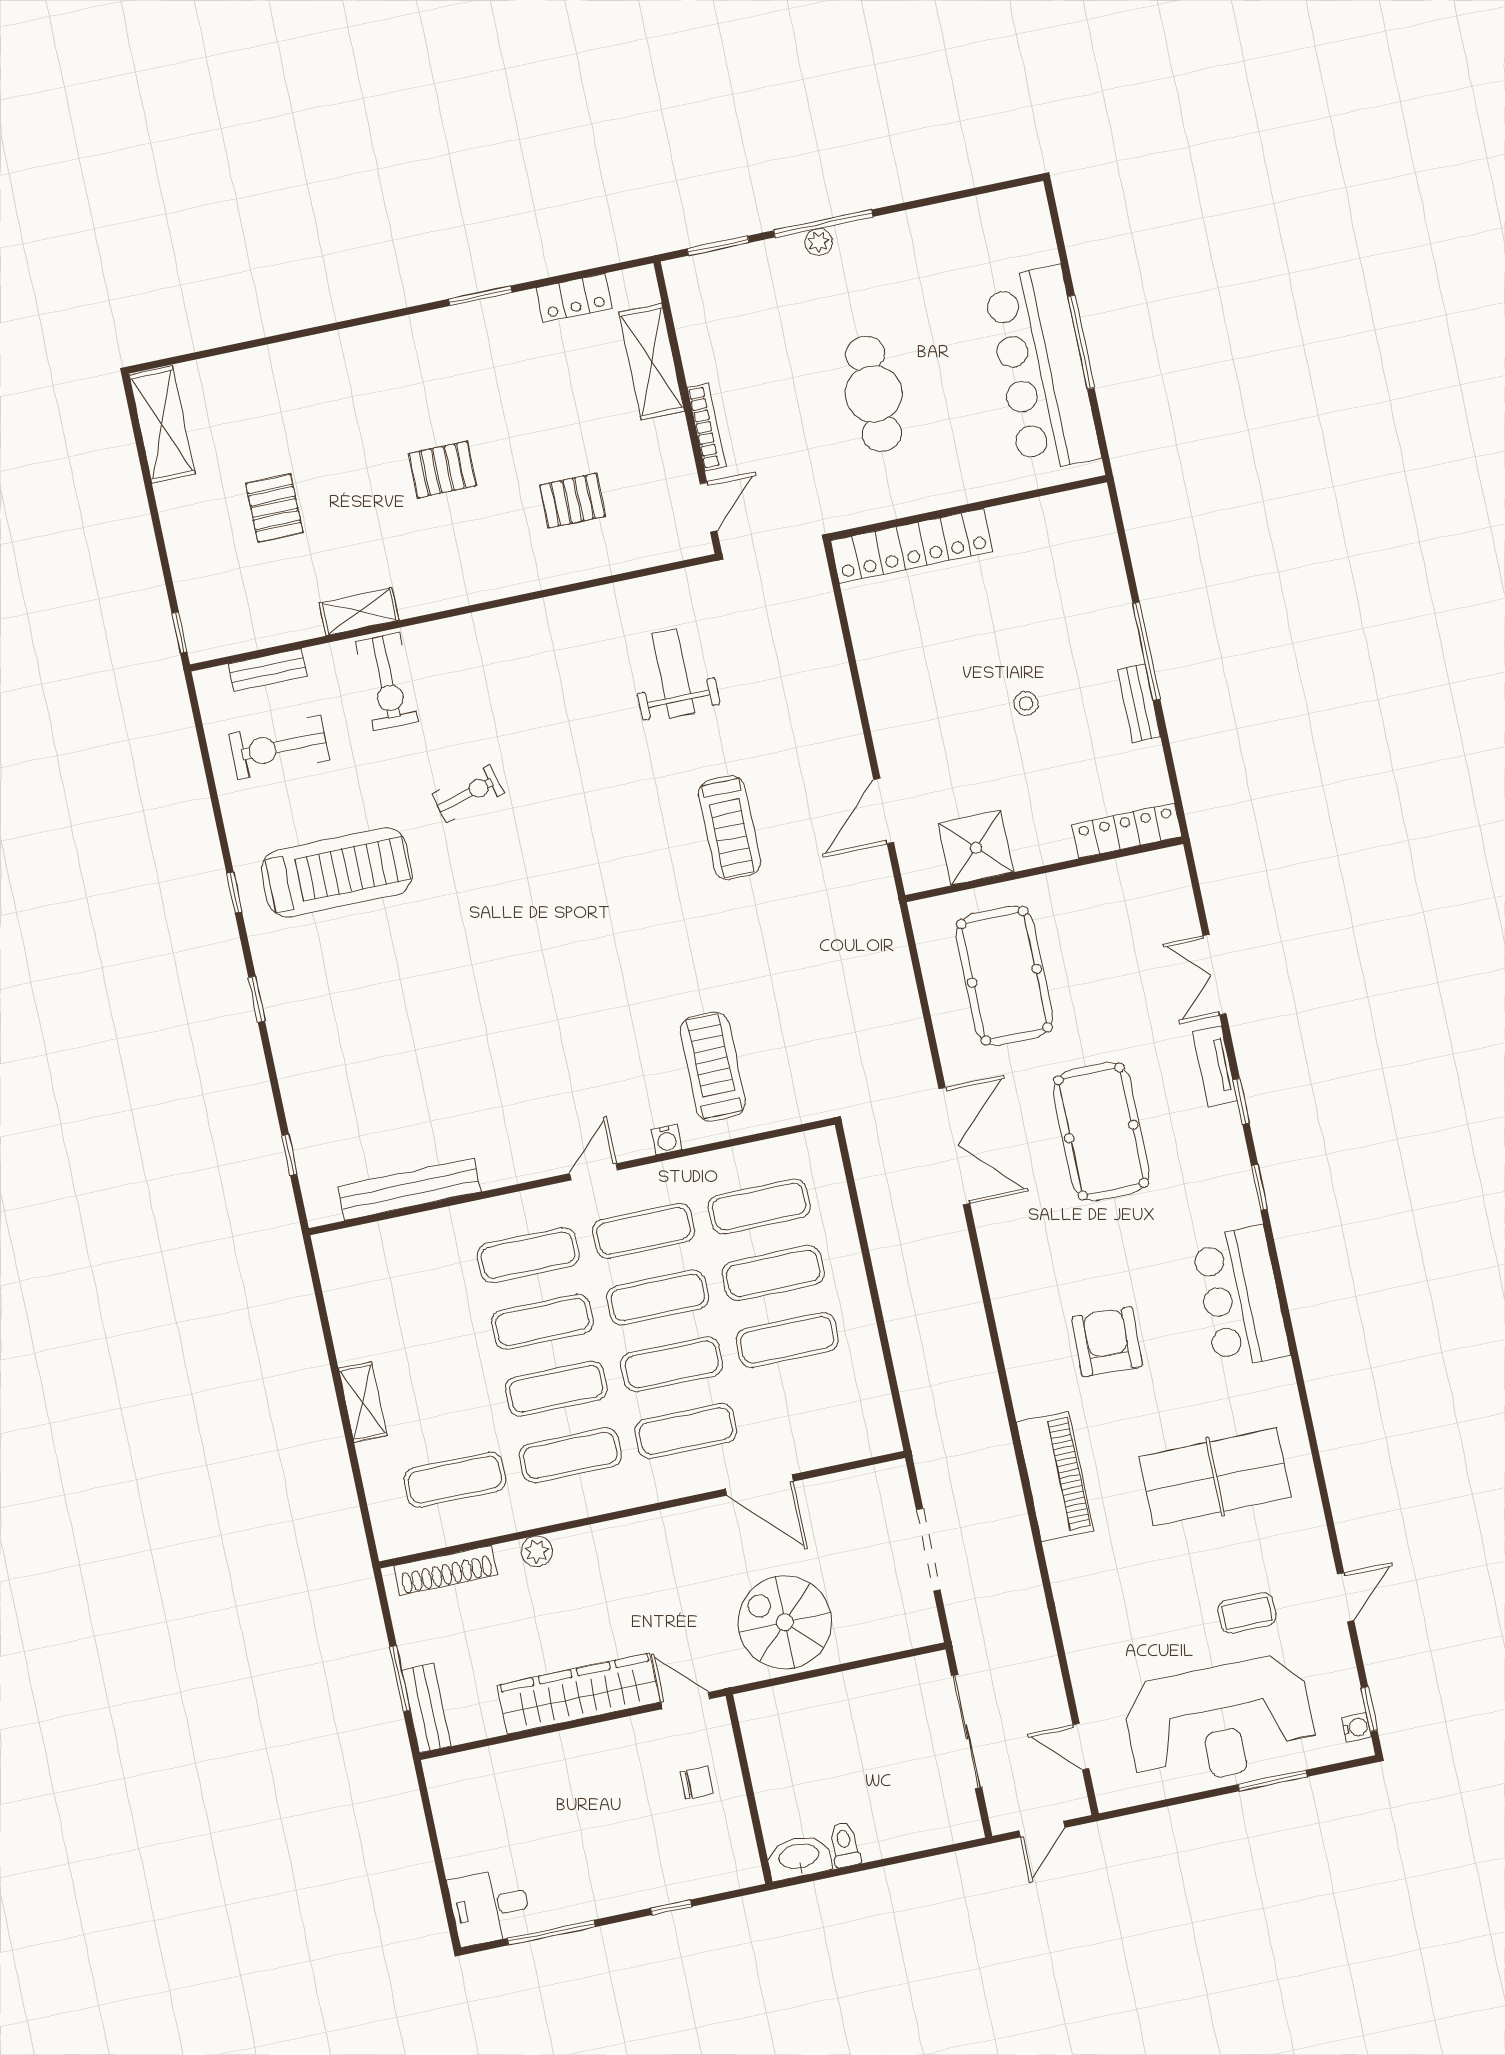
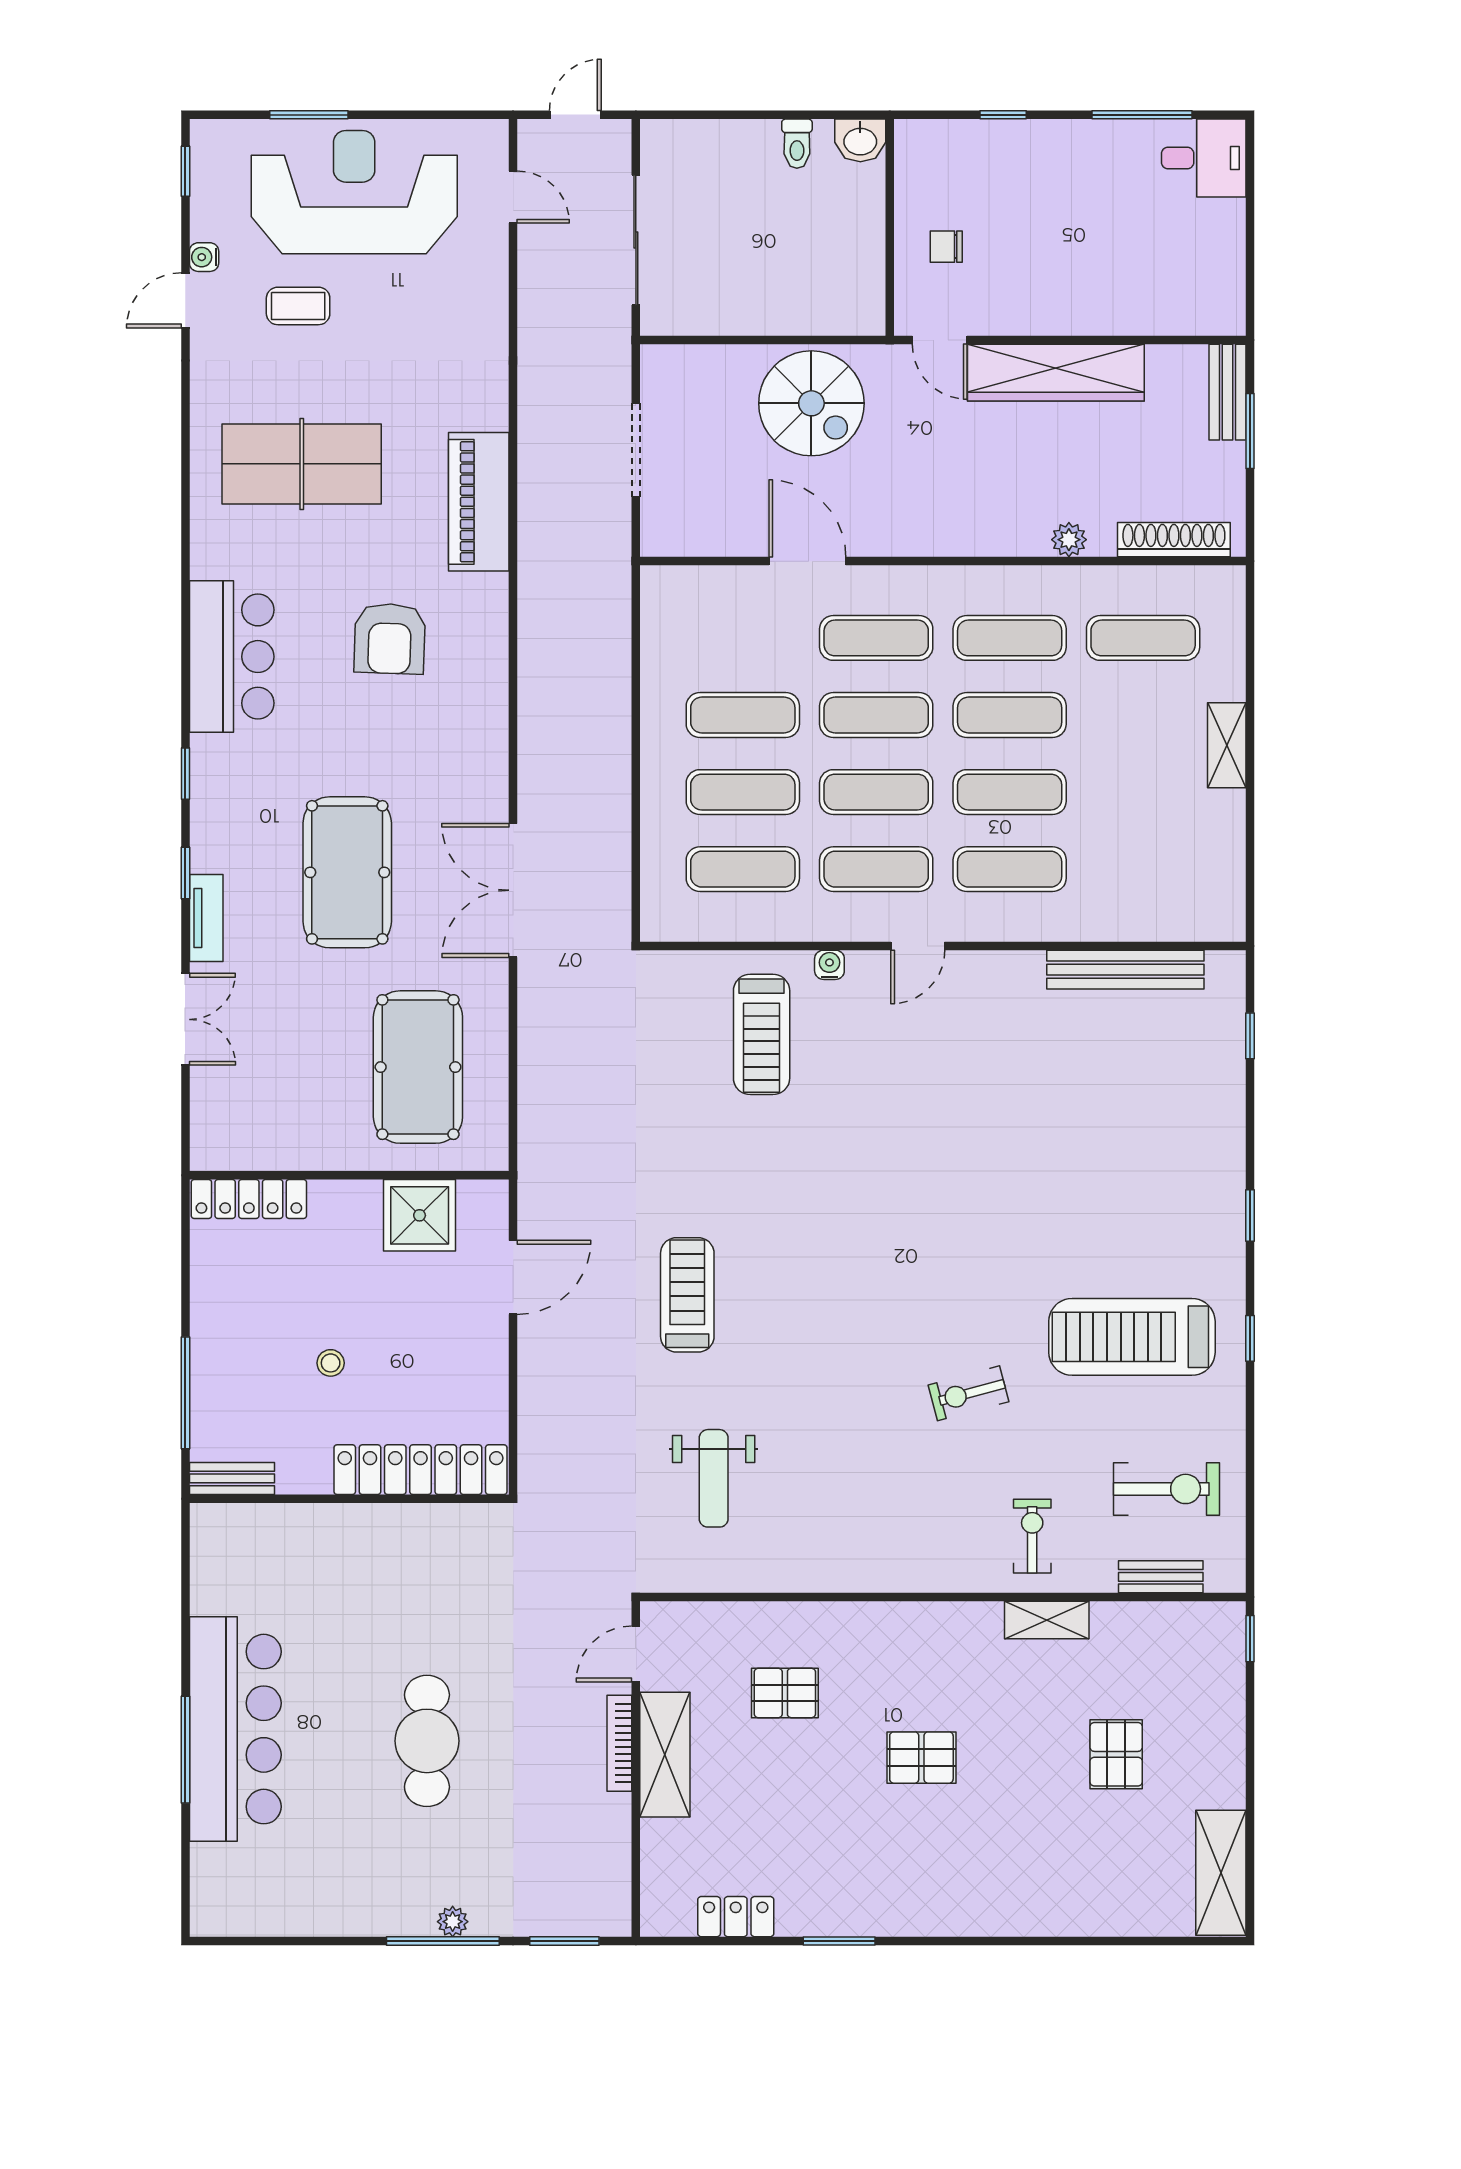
shelving: (652, 362) -> (665, 1755), moved
wall: (968, 508) -> (349, 1499), moved
locker: (912, 546) -> (421, 1470), moved
exercise bike: (387, 682) -> (1032, 1536), width x0.73, depth x0.72
bench: (1139, 703) -> (232, 1478), moved, turned 90
water cooler: (1356, 1727) -> (204, 257), moved
washbasin: (799, 1857) -> (860, 140), width x0.72

